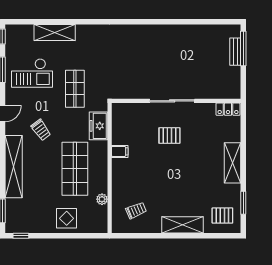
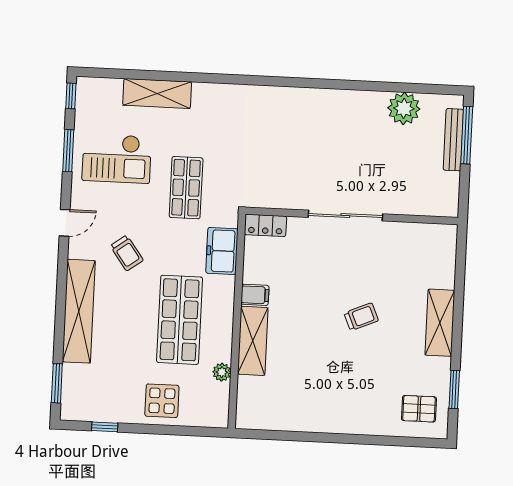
plant: (204, 34) -> (404, 108), added
bench: (235, 52) -> (453, 140), width x1.36
locker: (228, 109) -> (265, 225), moved
pallet: (169, 136) -> (338, 273), removed
trolley: (136, 210) -> (361, 317), moved
shelving: (182, 225) -> (253, 341), moved, turned 90
window: (21, 236) -> (105, 427), moved

